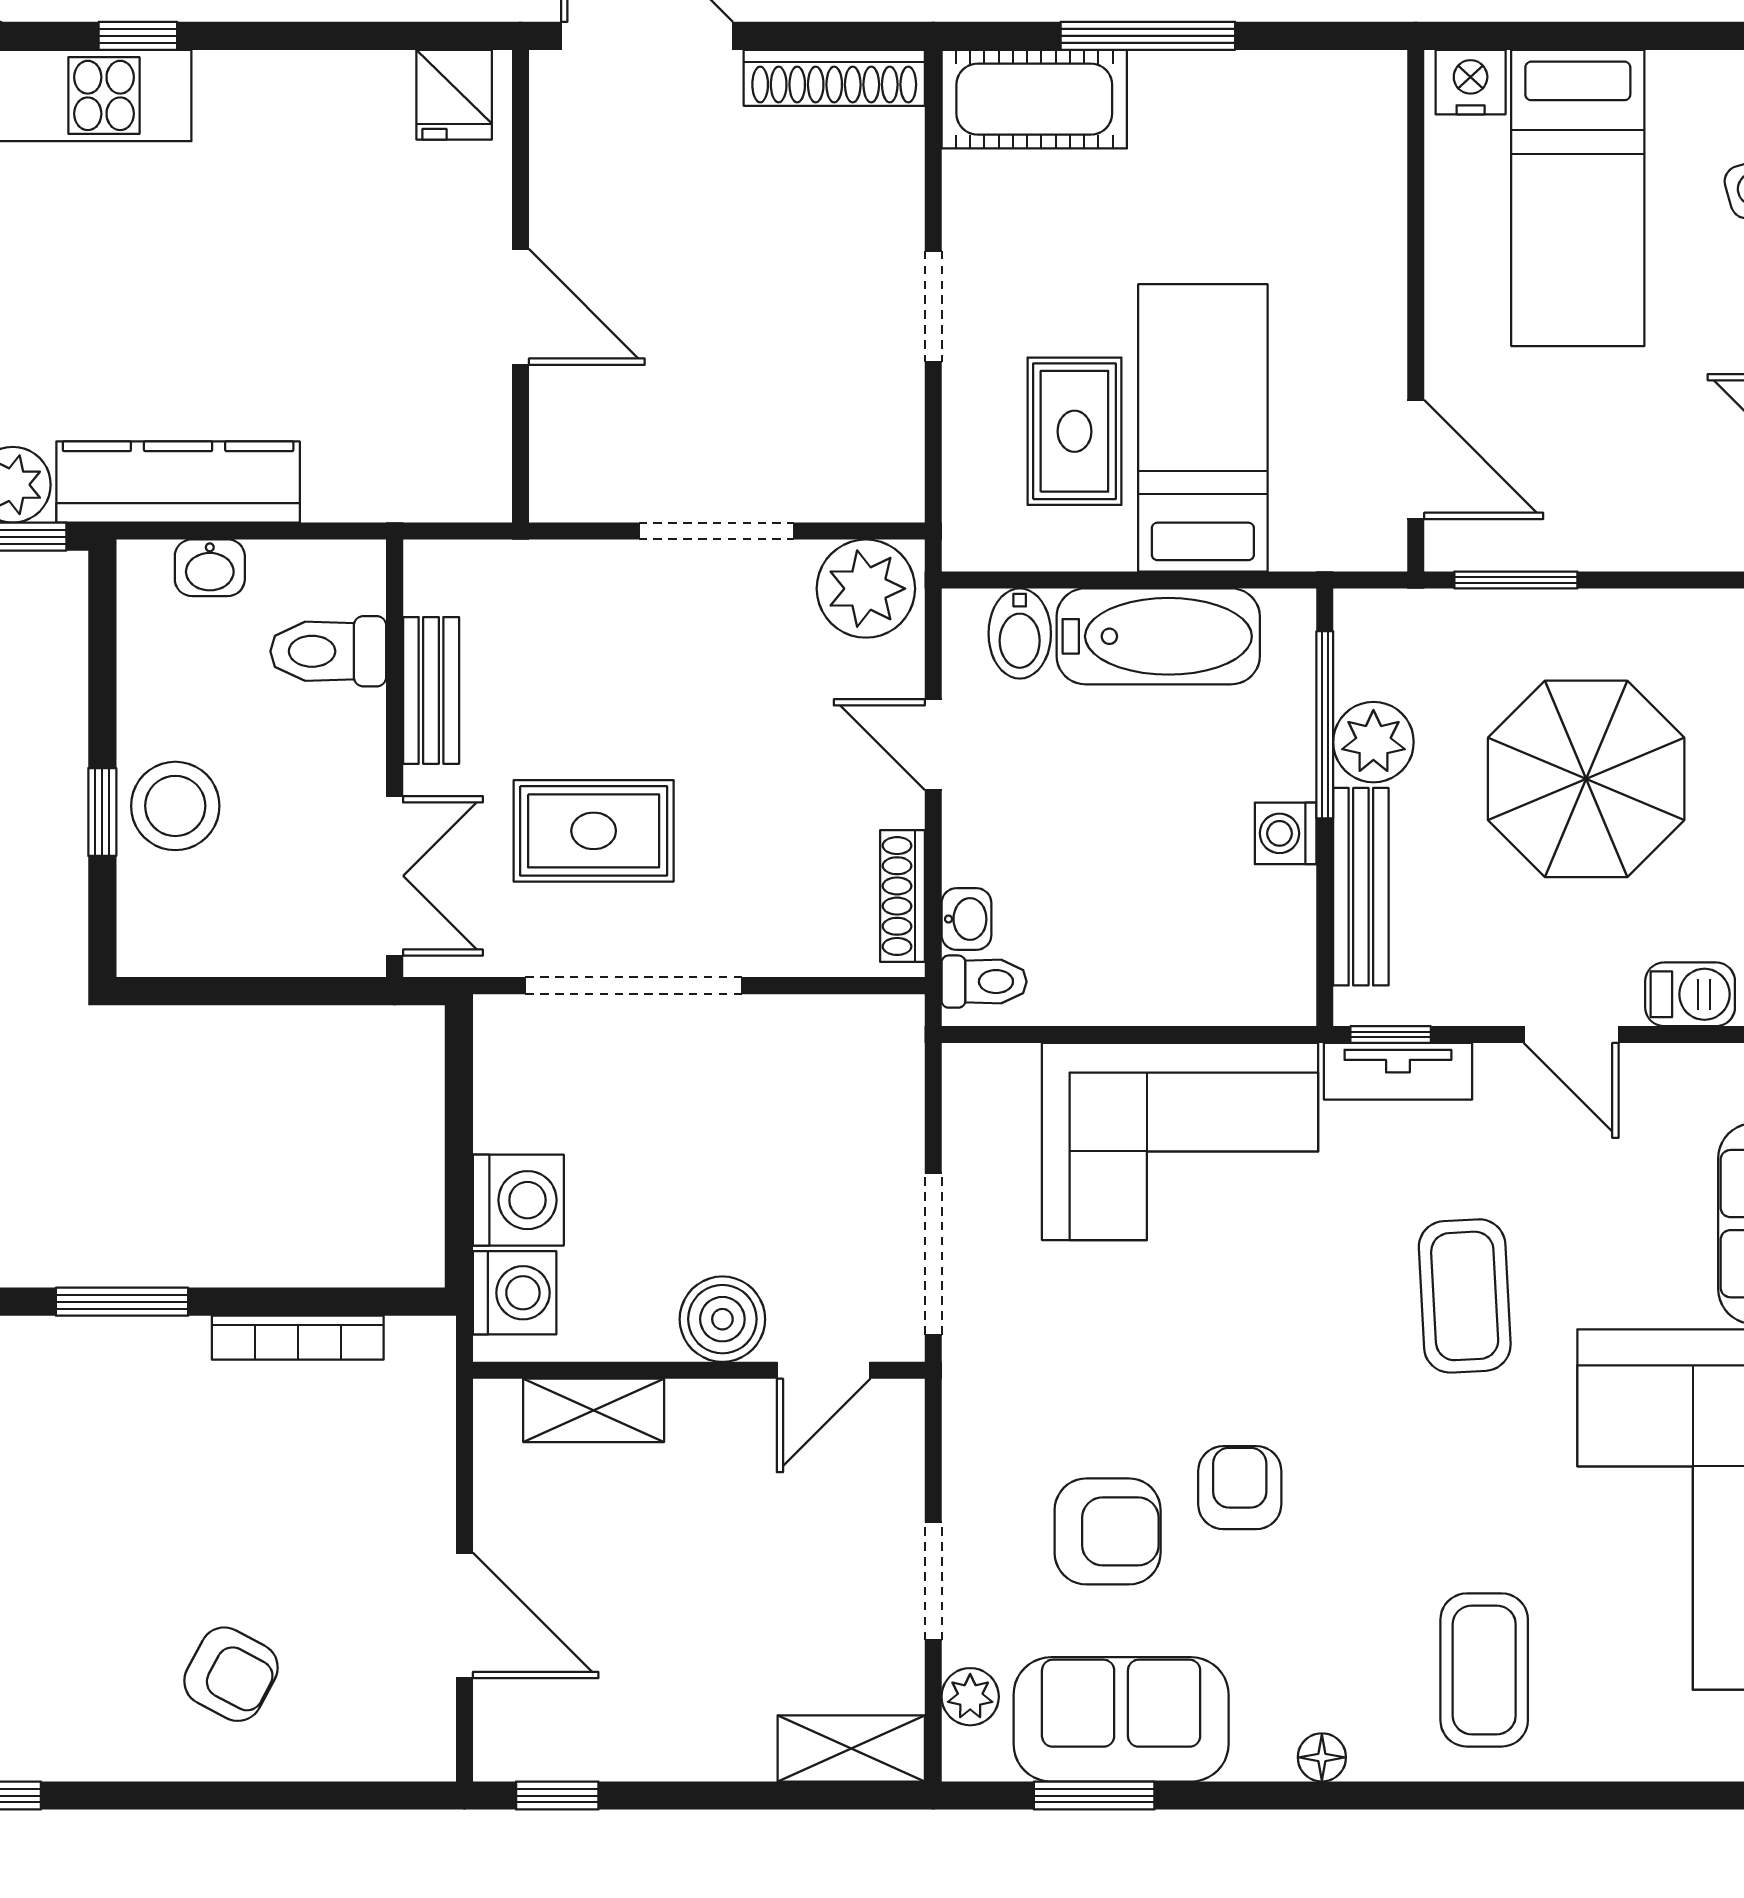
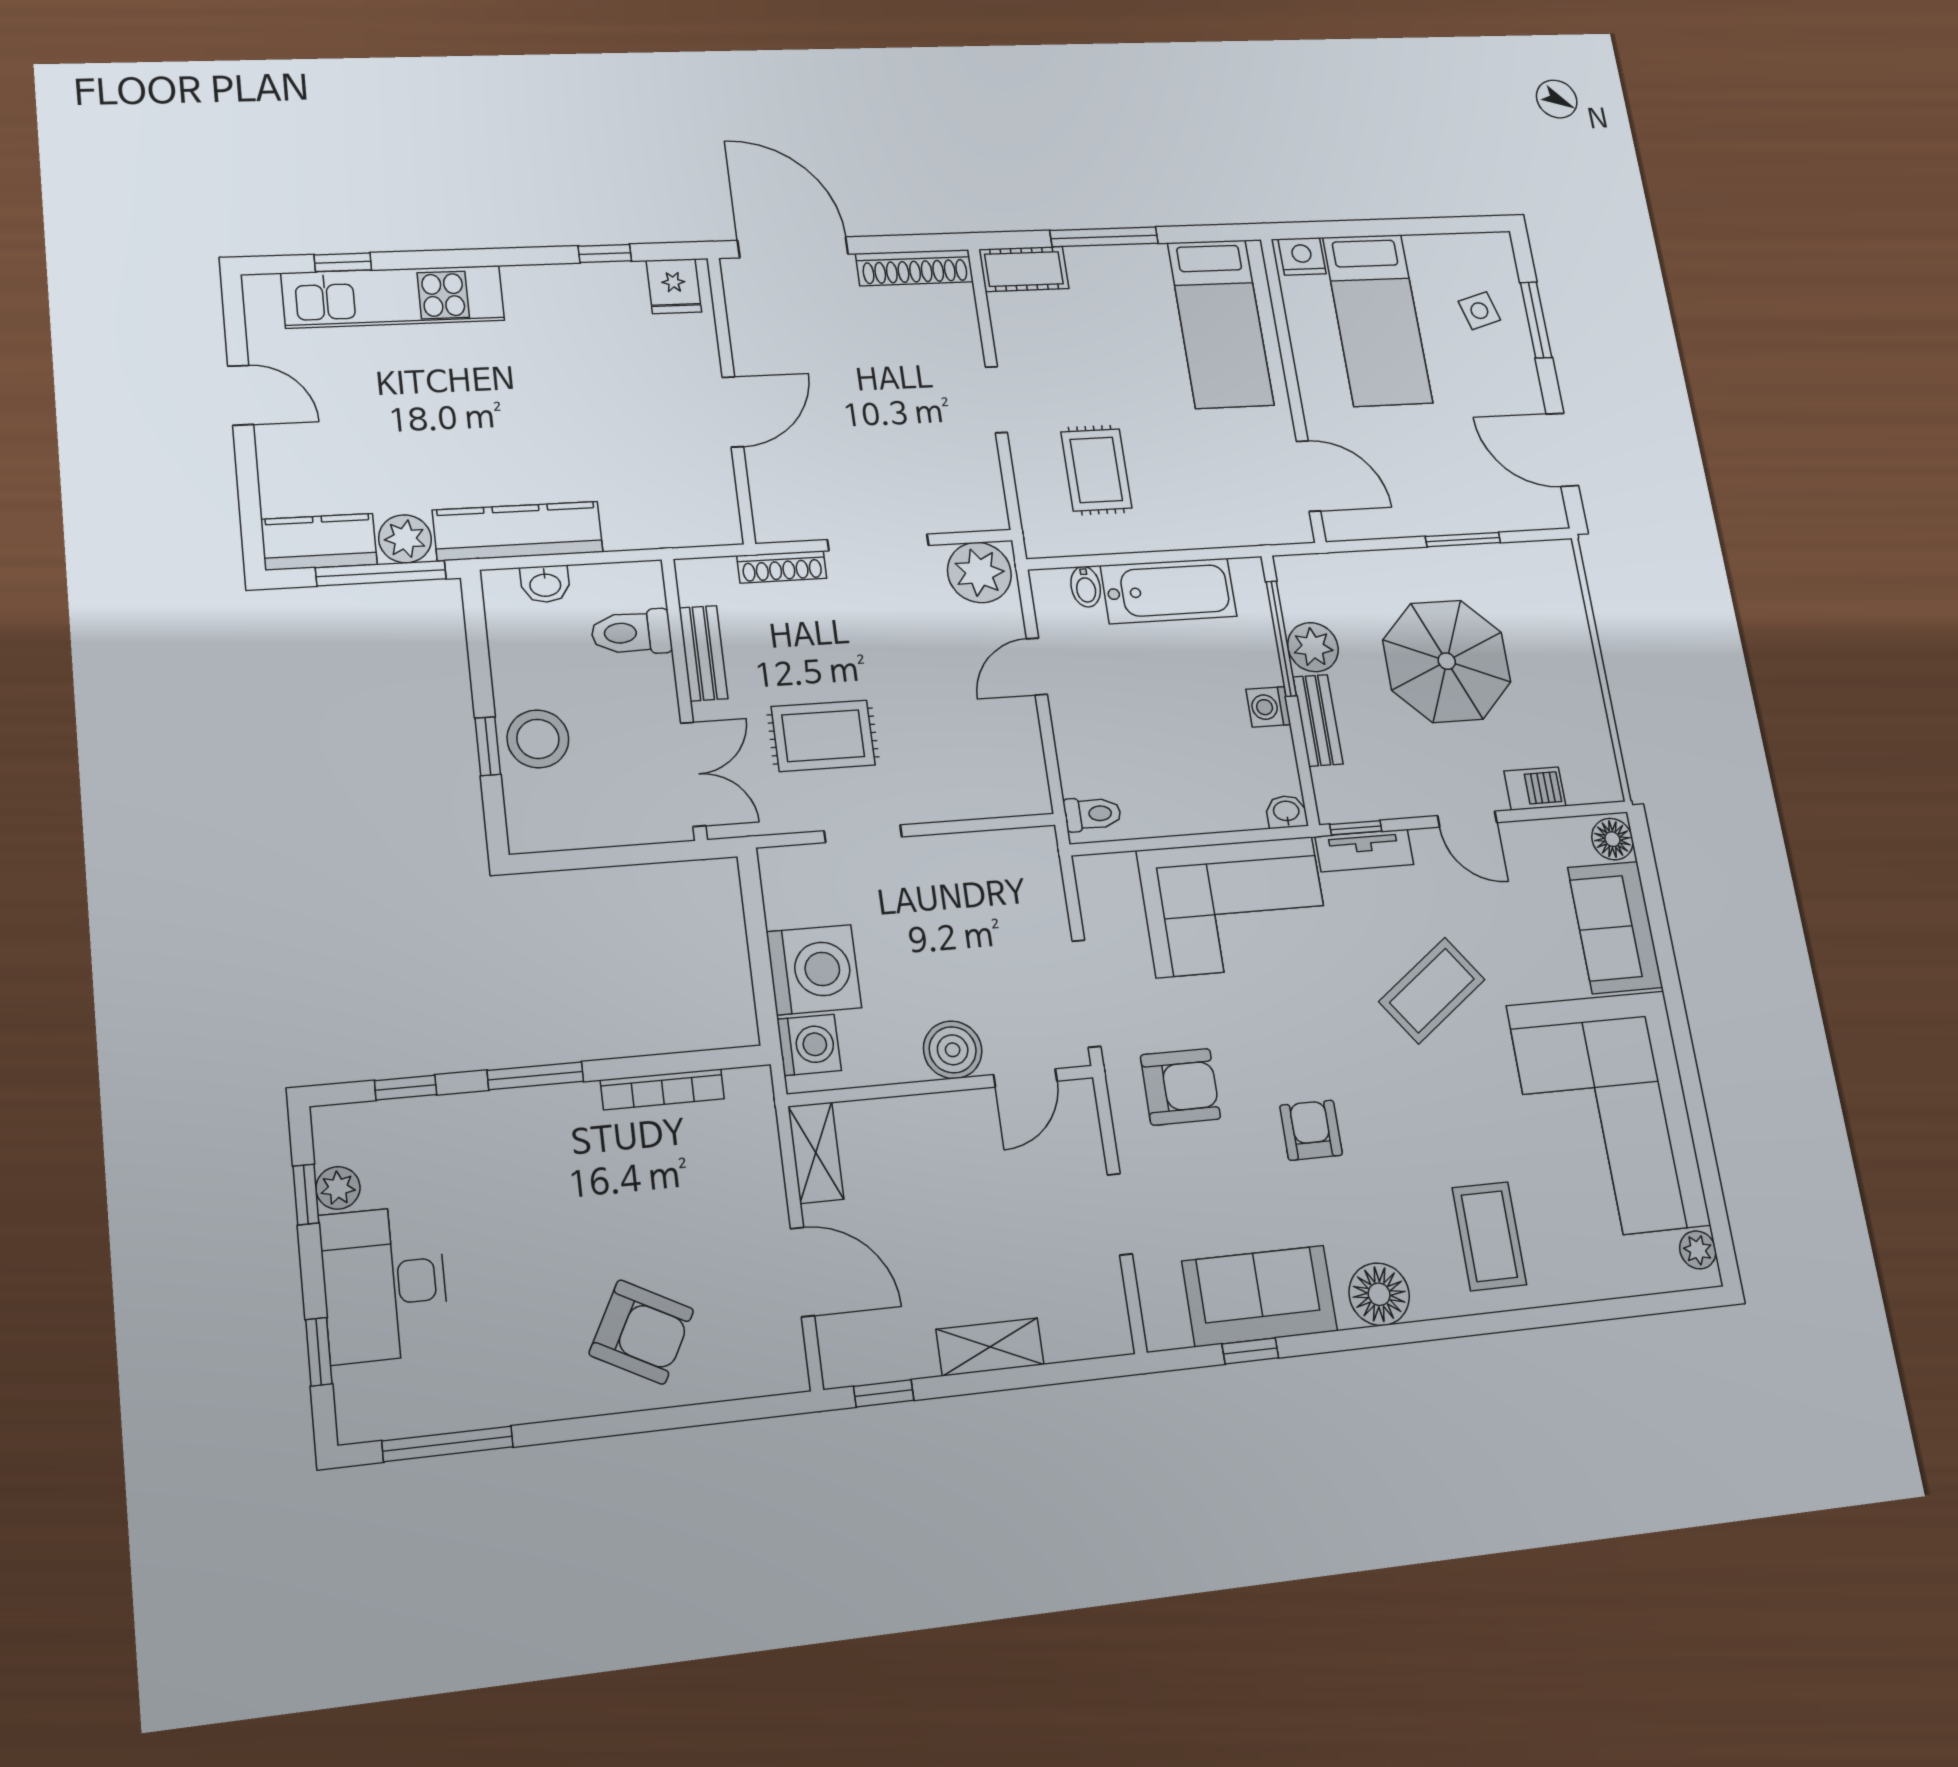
window: (138, 36) -> (605, 254), moved
cot: (1034, 99) -> (1024, 269), width x0.73, depth x0.75
door: (521, 307) -> (733, 412), hinge flipped
bed: (1203, 428) -> (1220, 324), moved, turned 180
window: (1516, 580) -> (1463, 540), moved
bidet: (1020, 634) -> (1086, 587), width x0.72, depth x0.74
door: (933, 745) -> (1037, 667), hinge flipped
bench: (1361, 887) -> (1318, 720), width x0.73
shoe rack: (902, 896) -> (782, 567), moved, turned -90
washbasin: (966, 919) -> (1286, 812), moved, turned -90
doorway: (634, 986) -> (863, 834), width x0.53
washing machine: (518, 1200) -> (814, 970), width x1.37, depth x1.37
coffee table: (1465, 1296) -> (1432, 991), turned 57
shelving: (594, 1410) -> (816, 1153), moved, turned 90
armchair: (1108, 1531) -> (1180, 1087), moved
armchair: (231, 1674) -> (641, 1332), width x1.38, depth x1.38
plant: (970, 1697) -> (1157, 1291), removed
shelving: (851, 1748) -> (990, 1347), moved
floor lamp: (1322, 1757) -> (1379, 1294), width x1.89, depth x1.89
window: (1094, 1796) -> (1250, 1351), width x0.67

